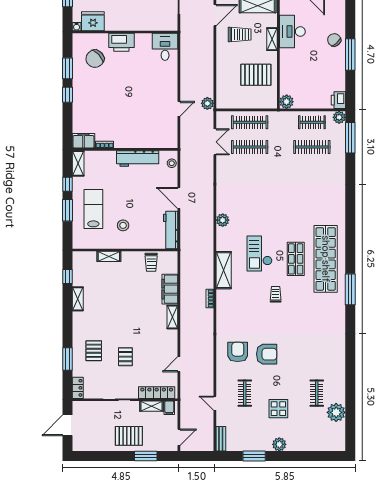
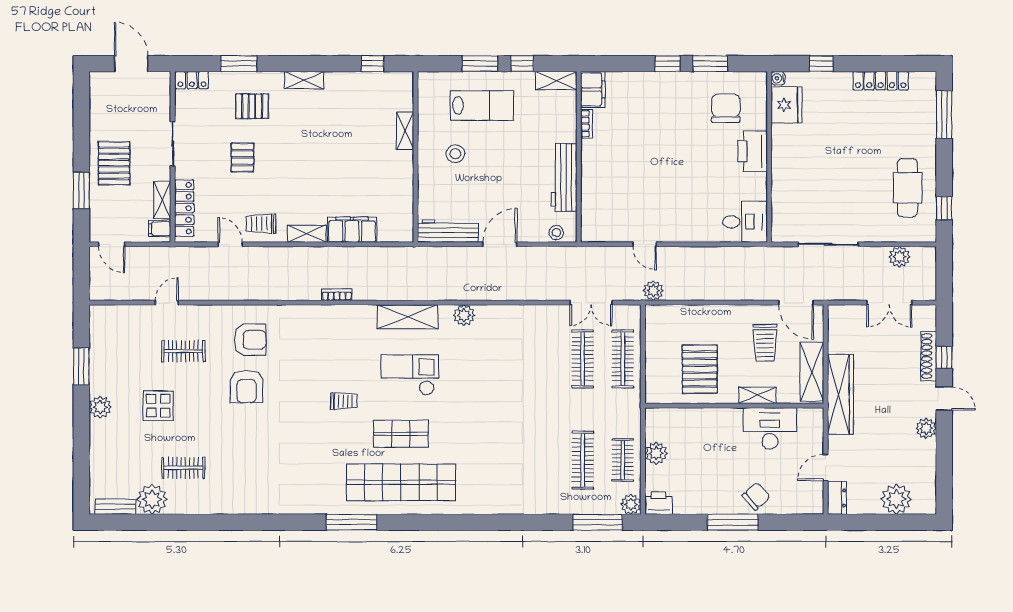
chair: (95, 59) -> (726, 108), turned 43
plant: (287, 102) -> (656, 453), moved
trolley: (151, 262) -> (261, 224), moved
shelving: (224, 270) -> (408, 317), moved
shelving: (78, 299) -> (304, 80), moved
pallet: (125, 357) -> (243, 157), turned 90
bench: (221, 439) -> (115, 507), moved

